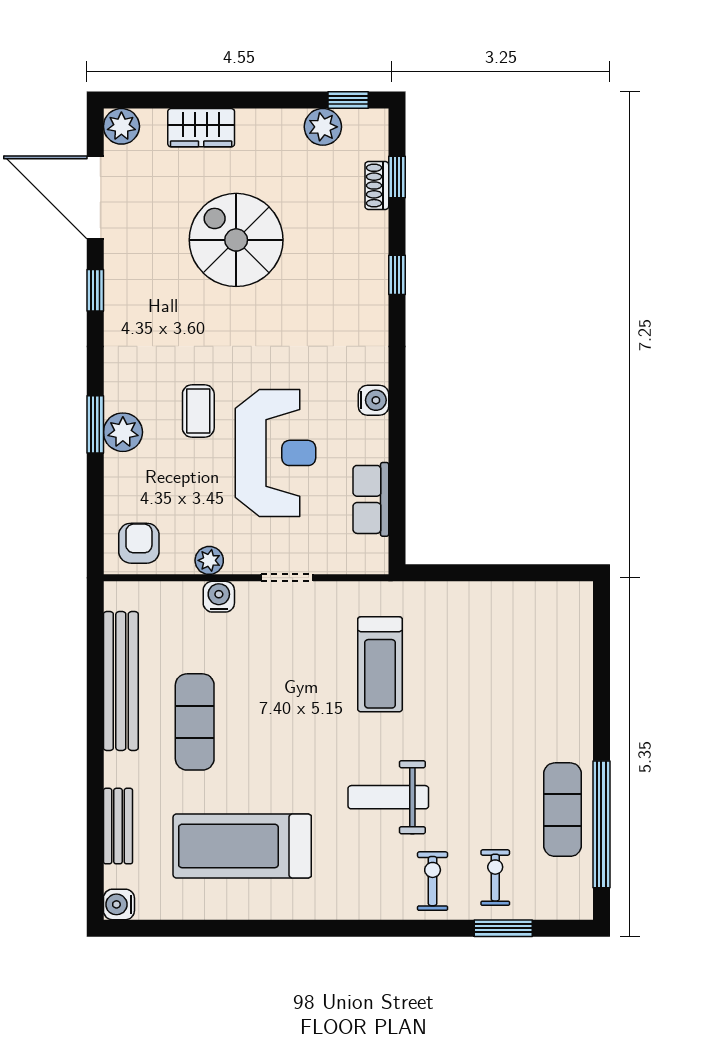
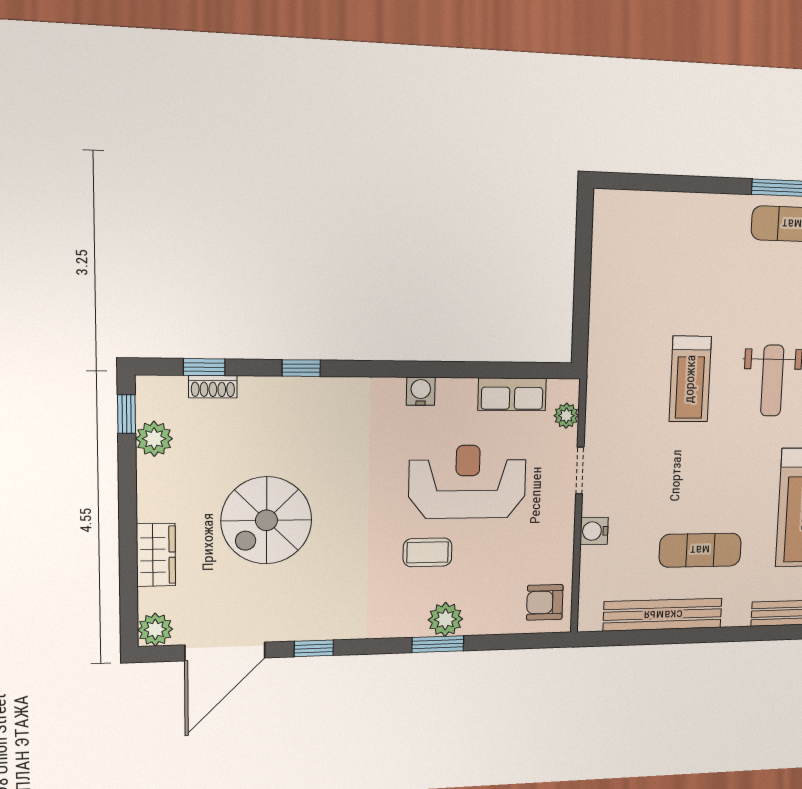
plant: (209, 560) -> (566, 416), moved
treadmill: (380, 664) -> (690, 379), moved, turned 90

